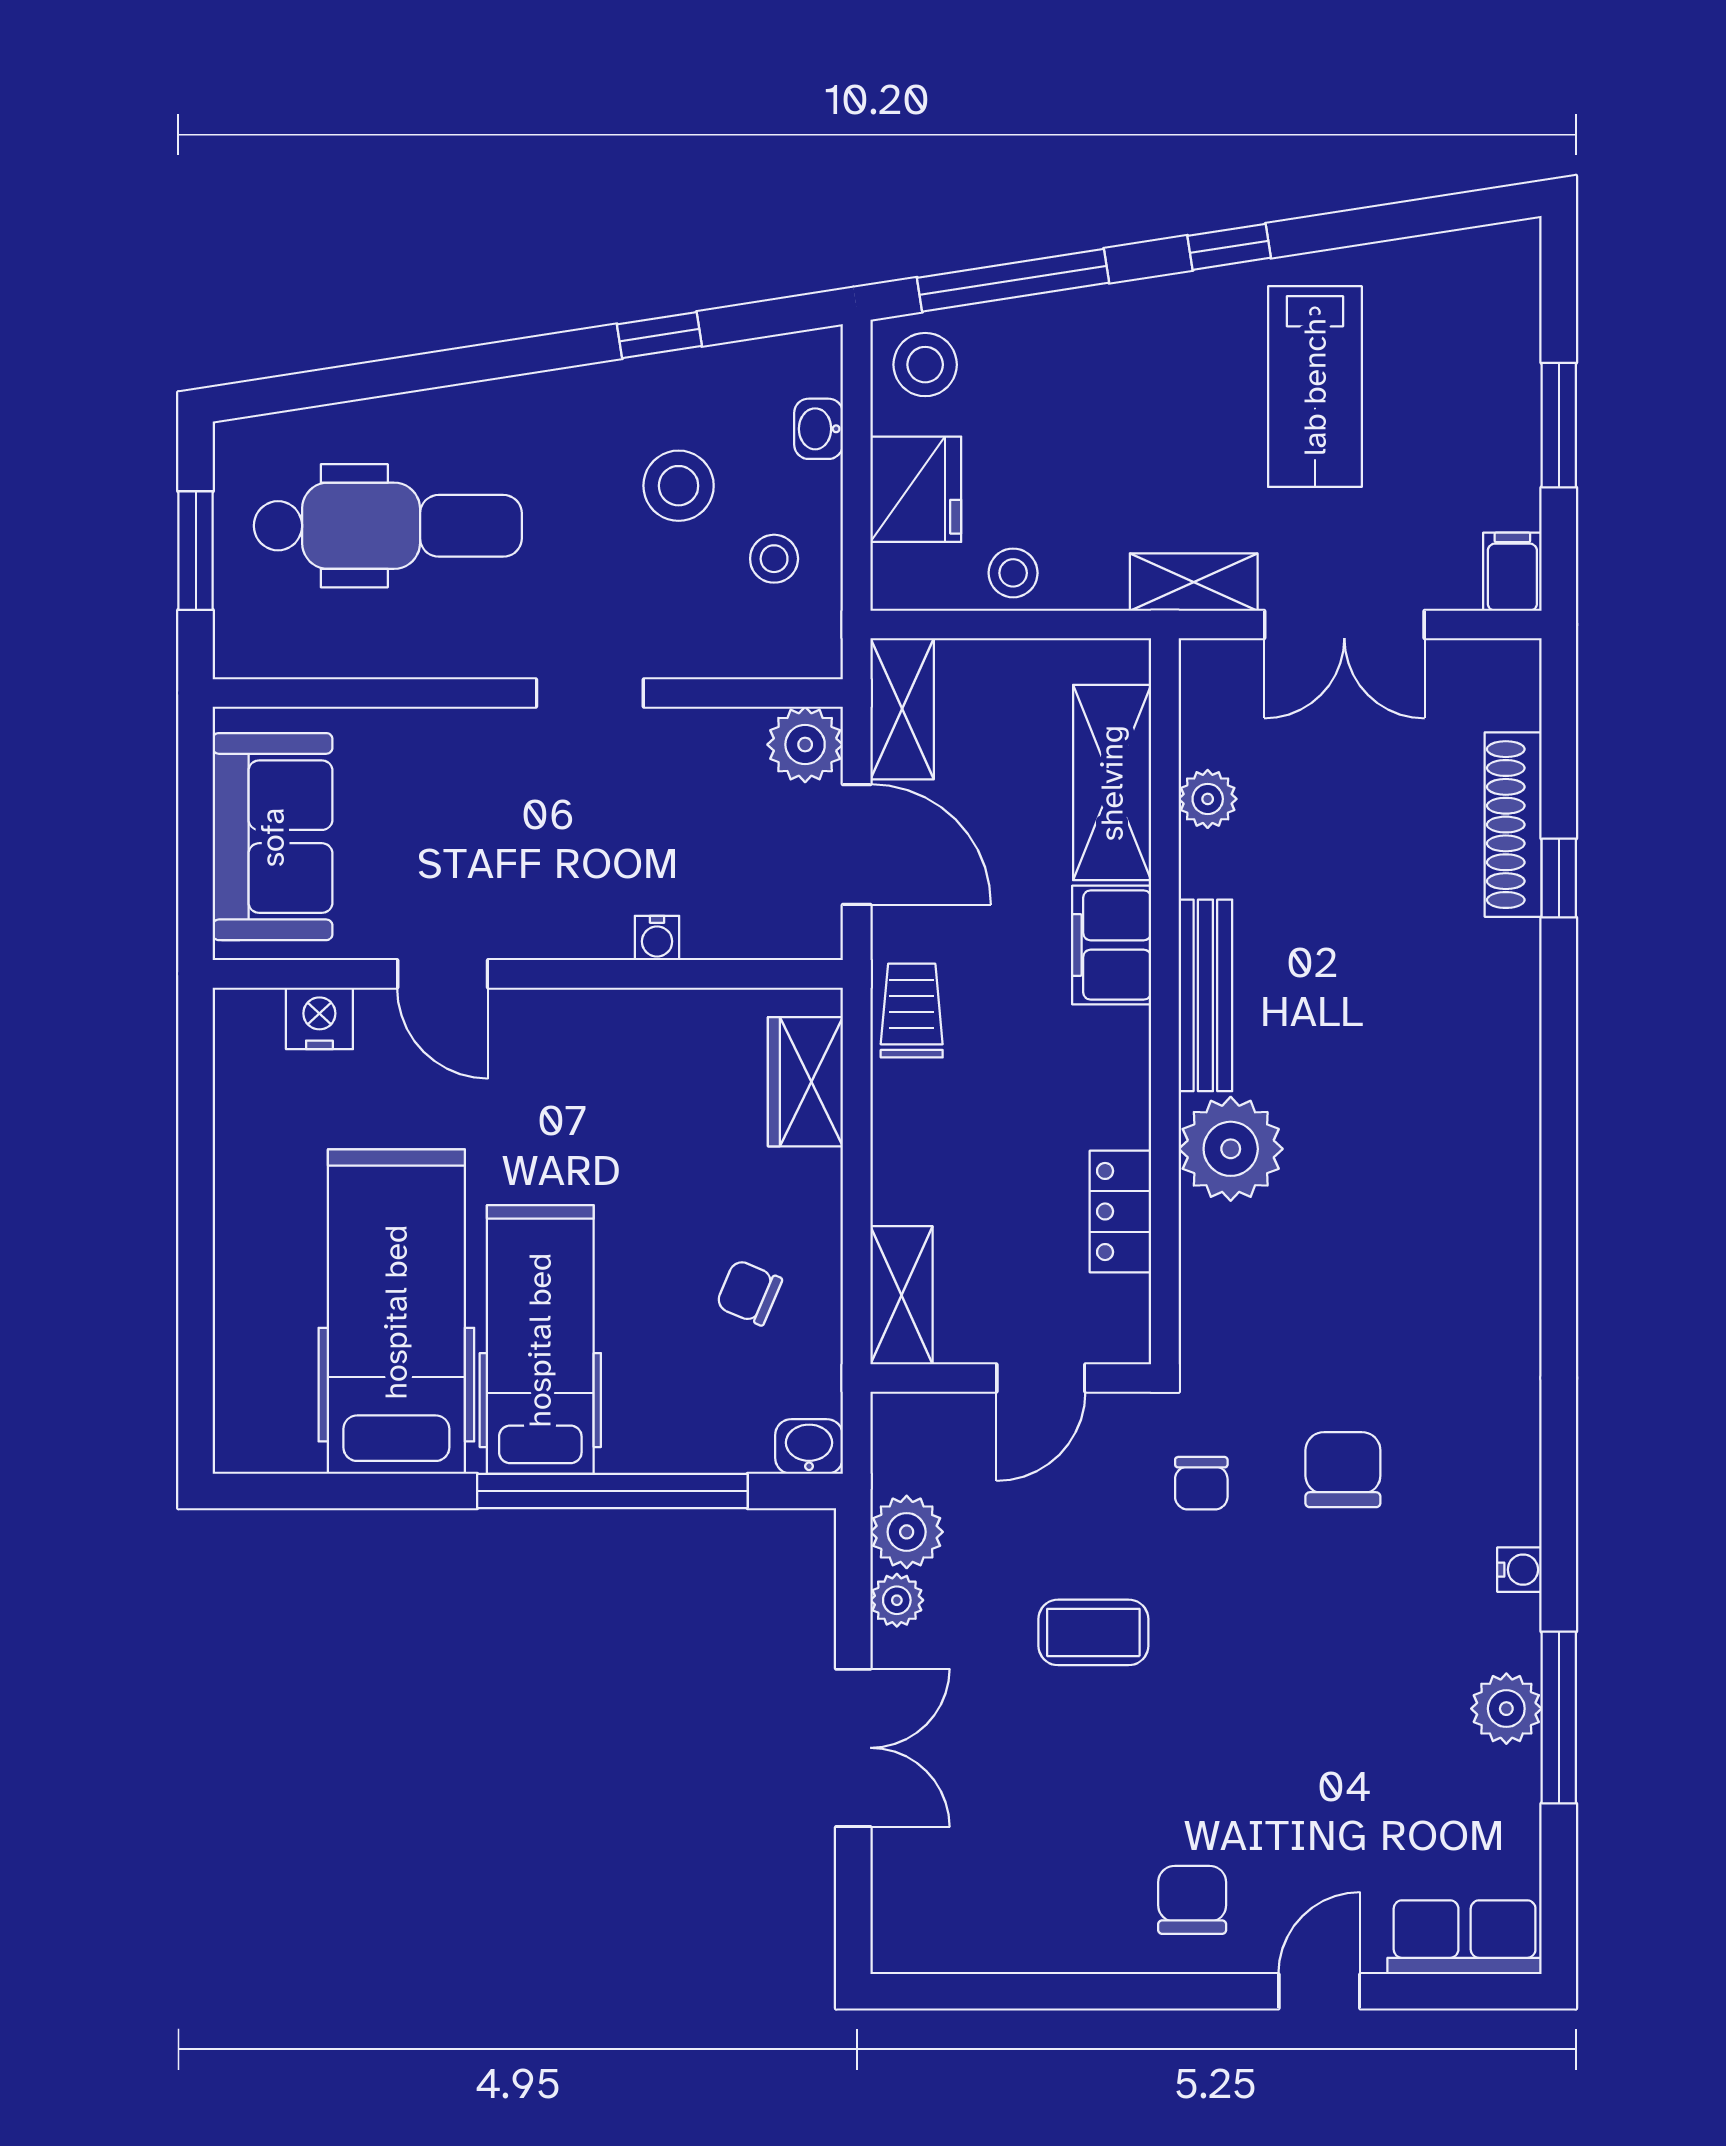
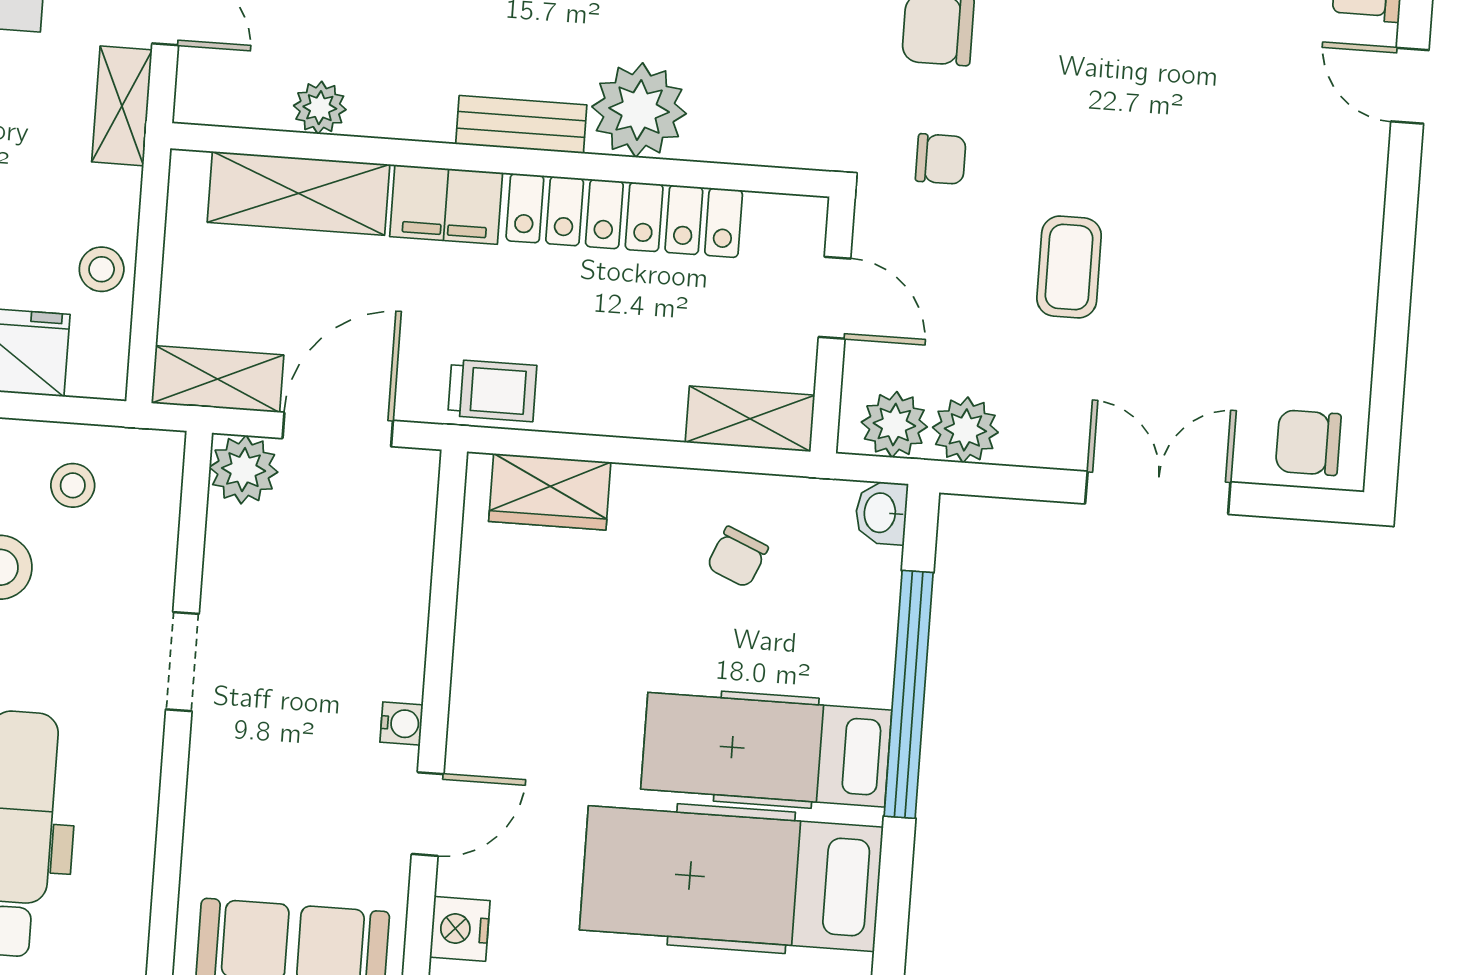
water cooler: (657, 938) -> (401, 723), moved
bench: (1205, 995) -> (521, 124), width x0.73
trolley: (912, 1011) -> (492, 391), turned 180
locker: (1120, 1211) -> (624, 215), width x2.16, depth x1.21
plant: (897, 1600) -> (894, 425), moved, width x1.38, depth x1.38
chair: (1192, 1900) -> (1308, 443), moved

